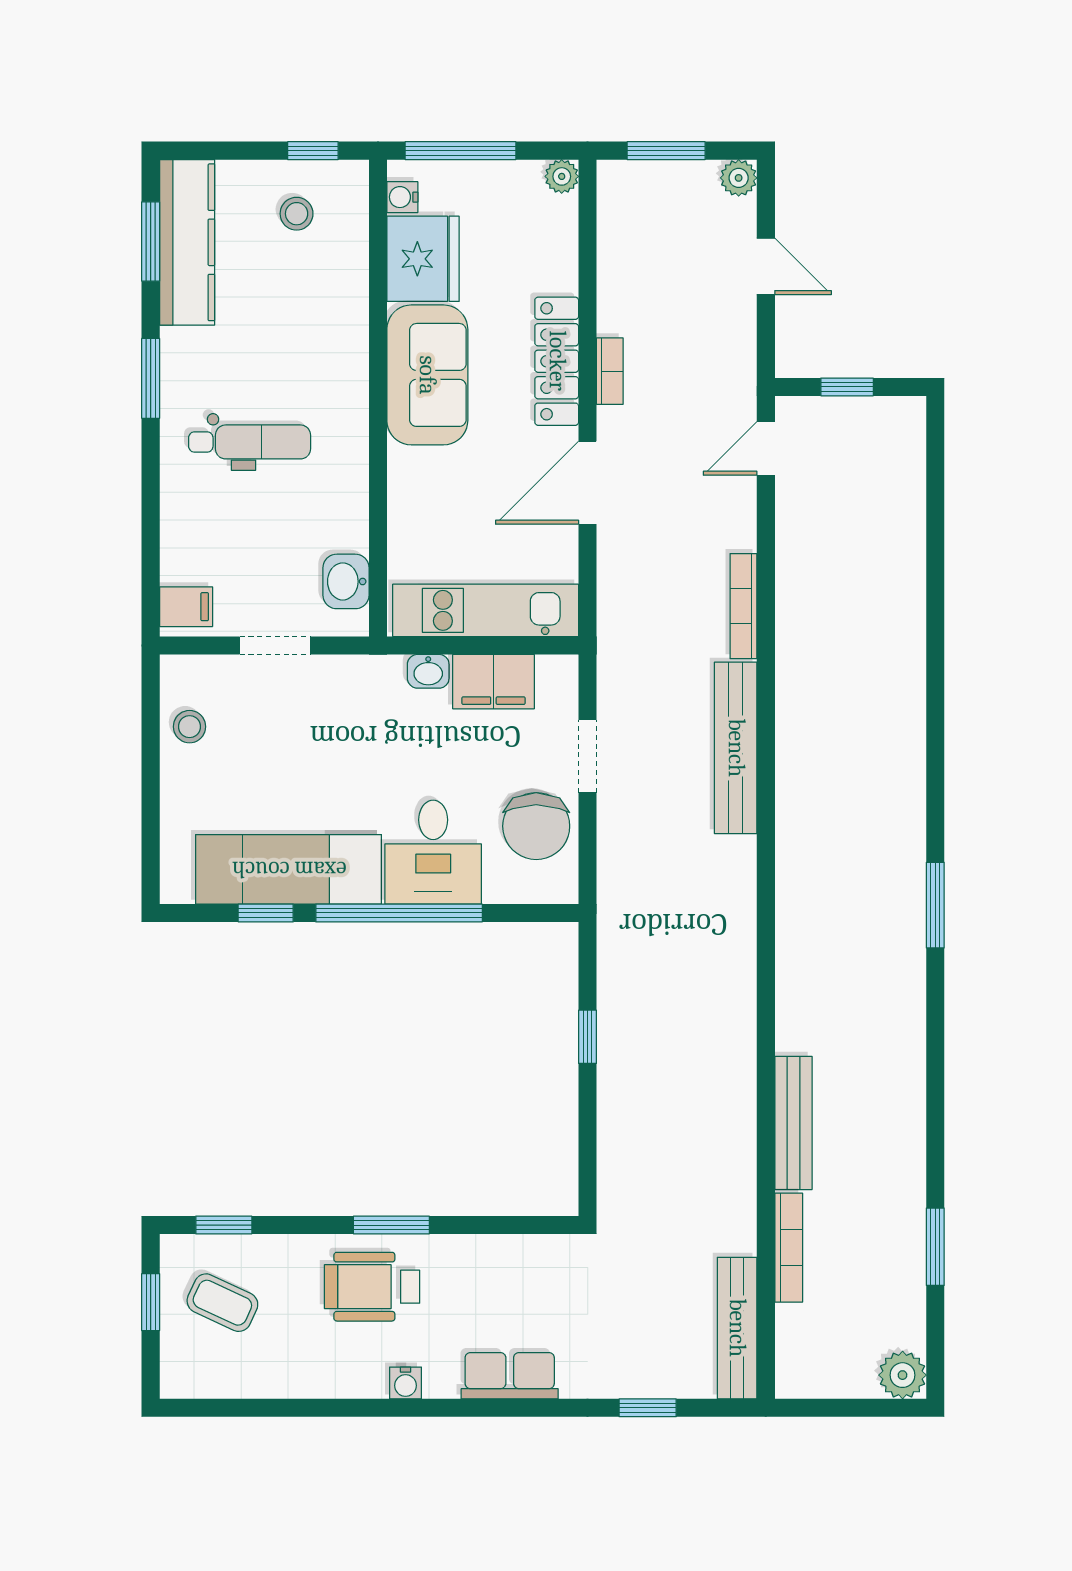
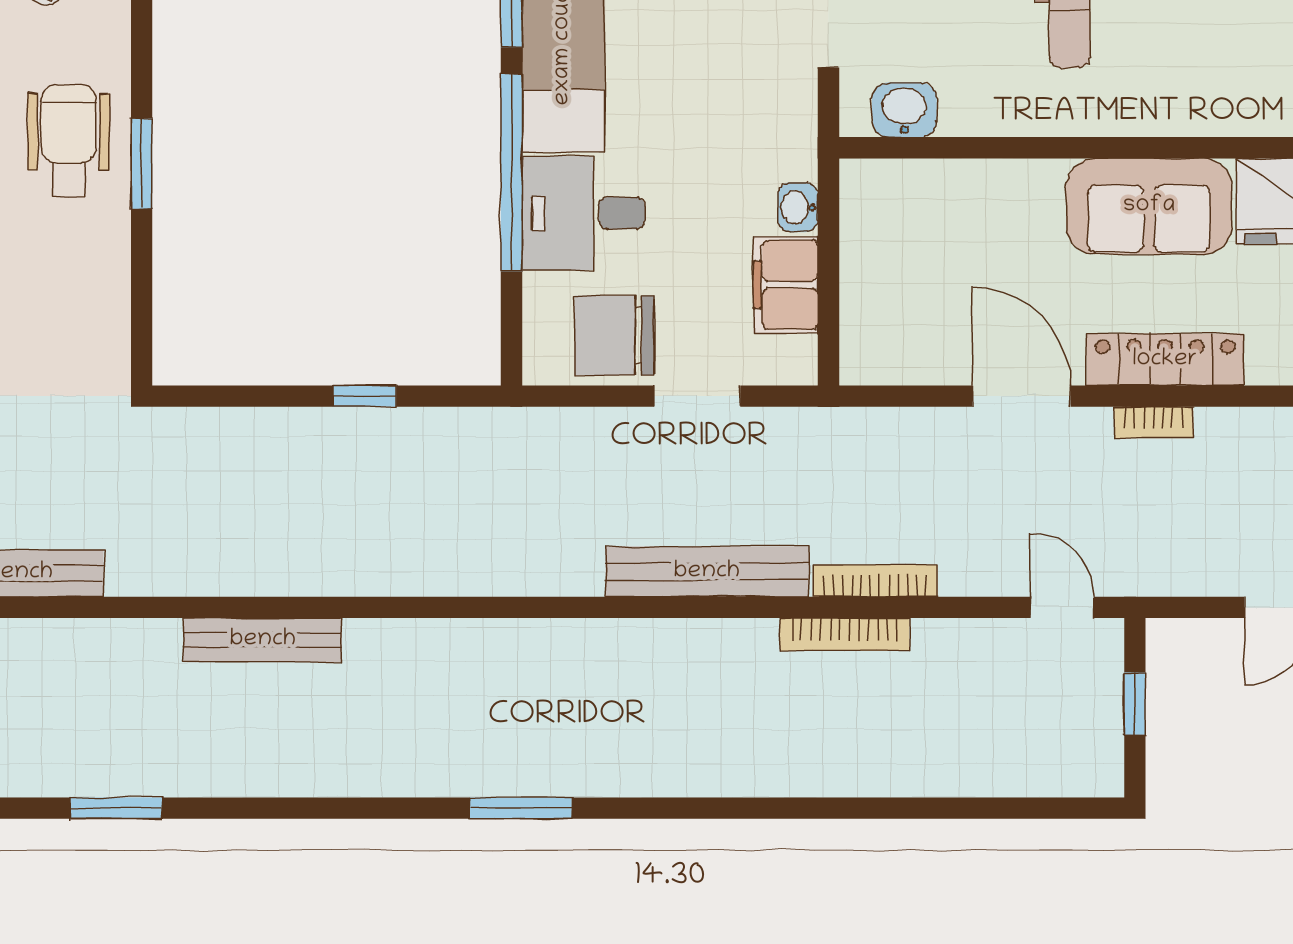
kitchen unit: (486, 610) -> (870, 275), removed
bookcase: (789, 1248) -> (845, 634), moved

